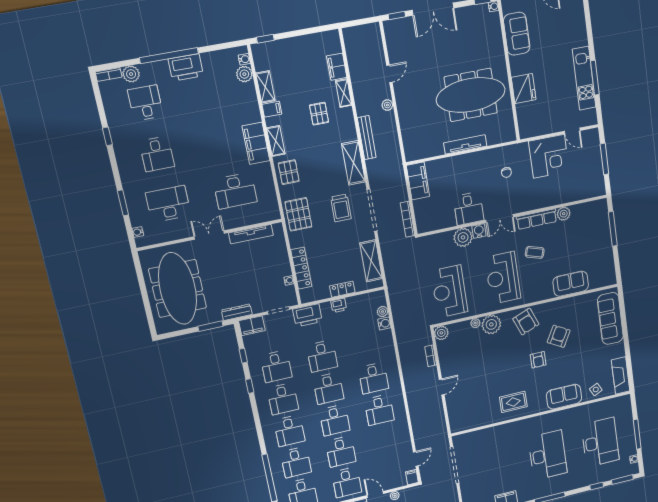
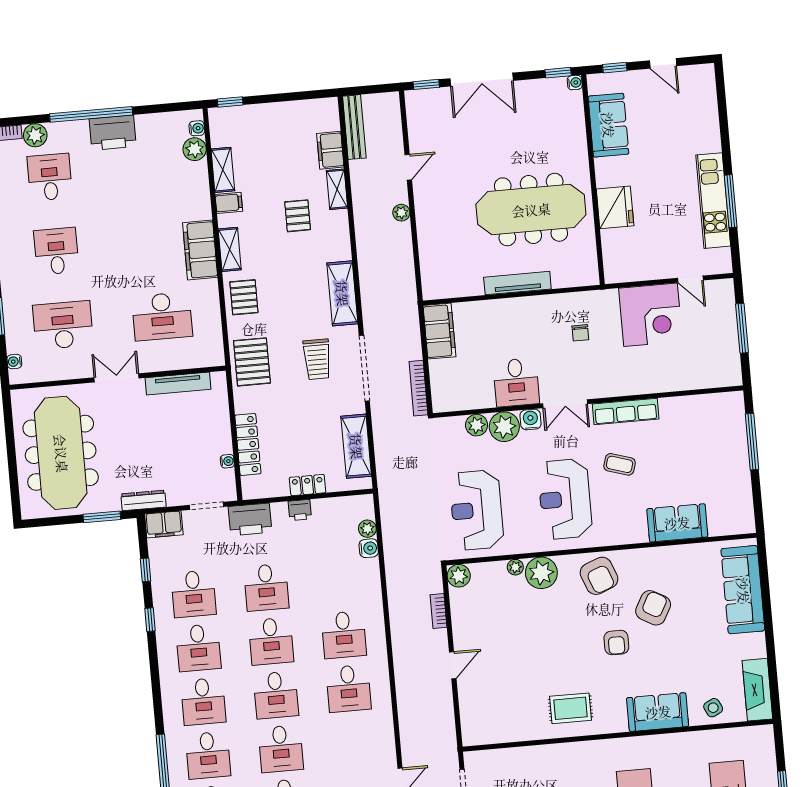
bench: (367, 138) -> (354, 127), moved
desk: (157, 154) -> (56, 251), turned 180
plant: (564, 214) -> (477, 425), moved

